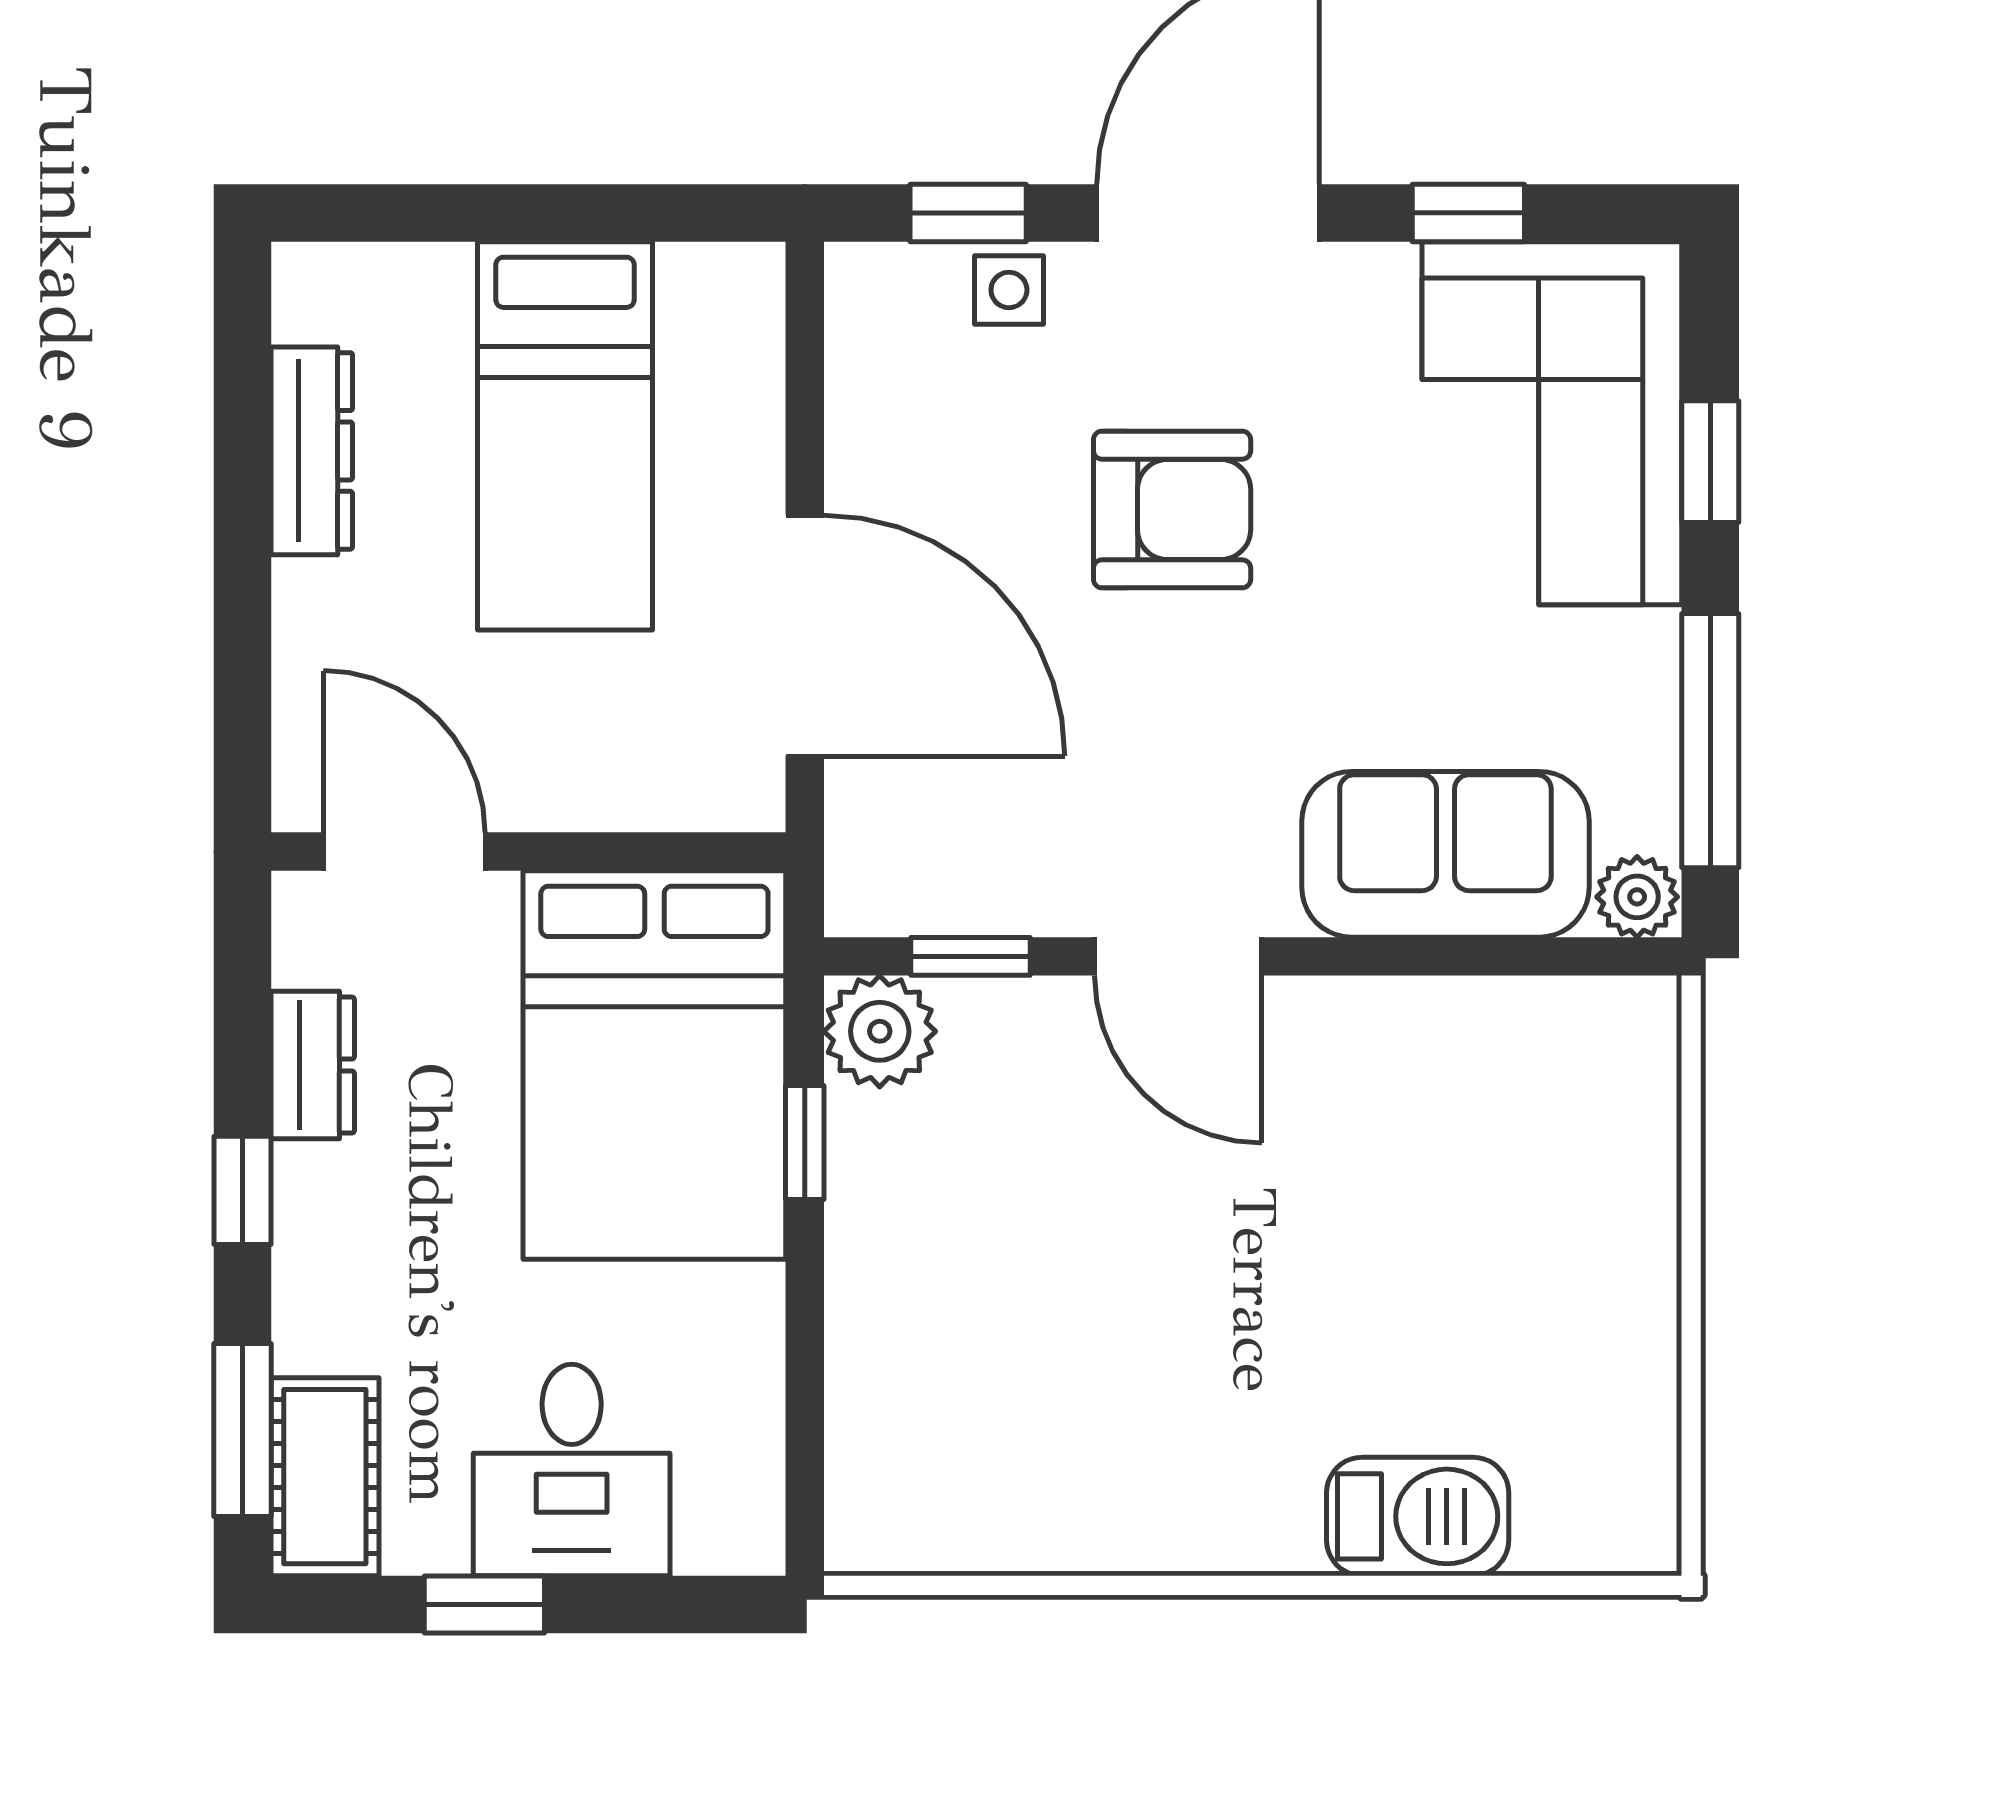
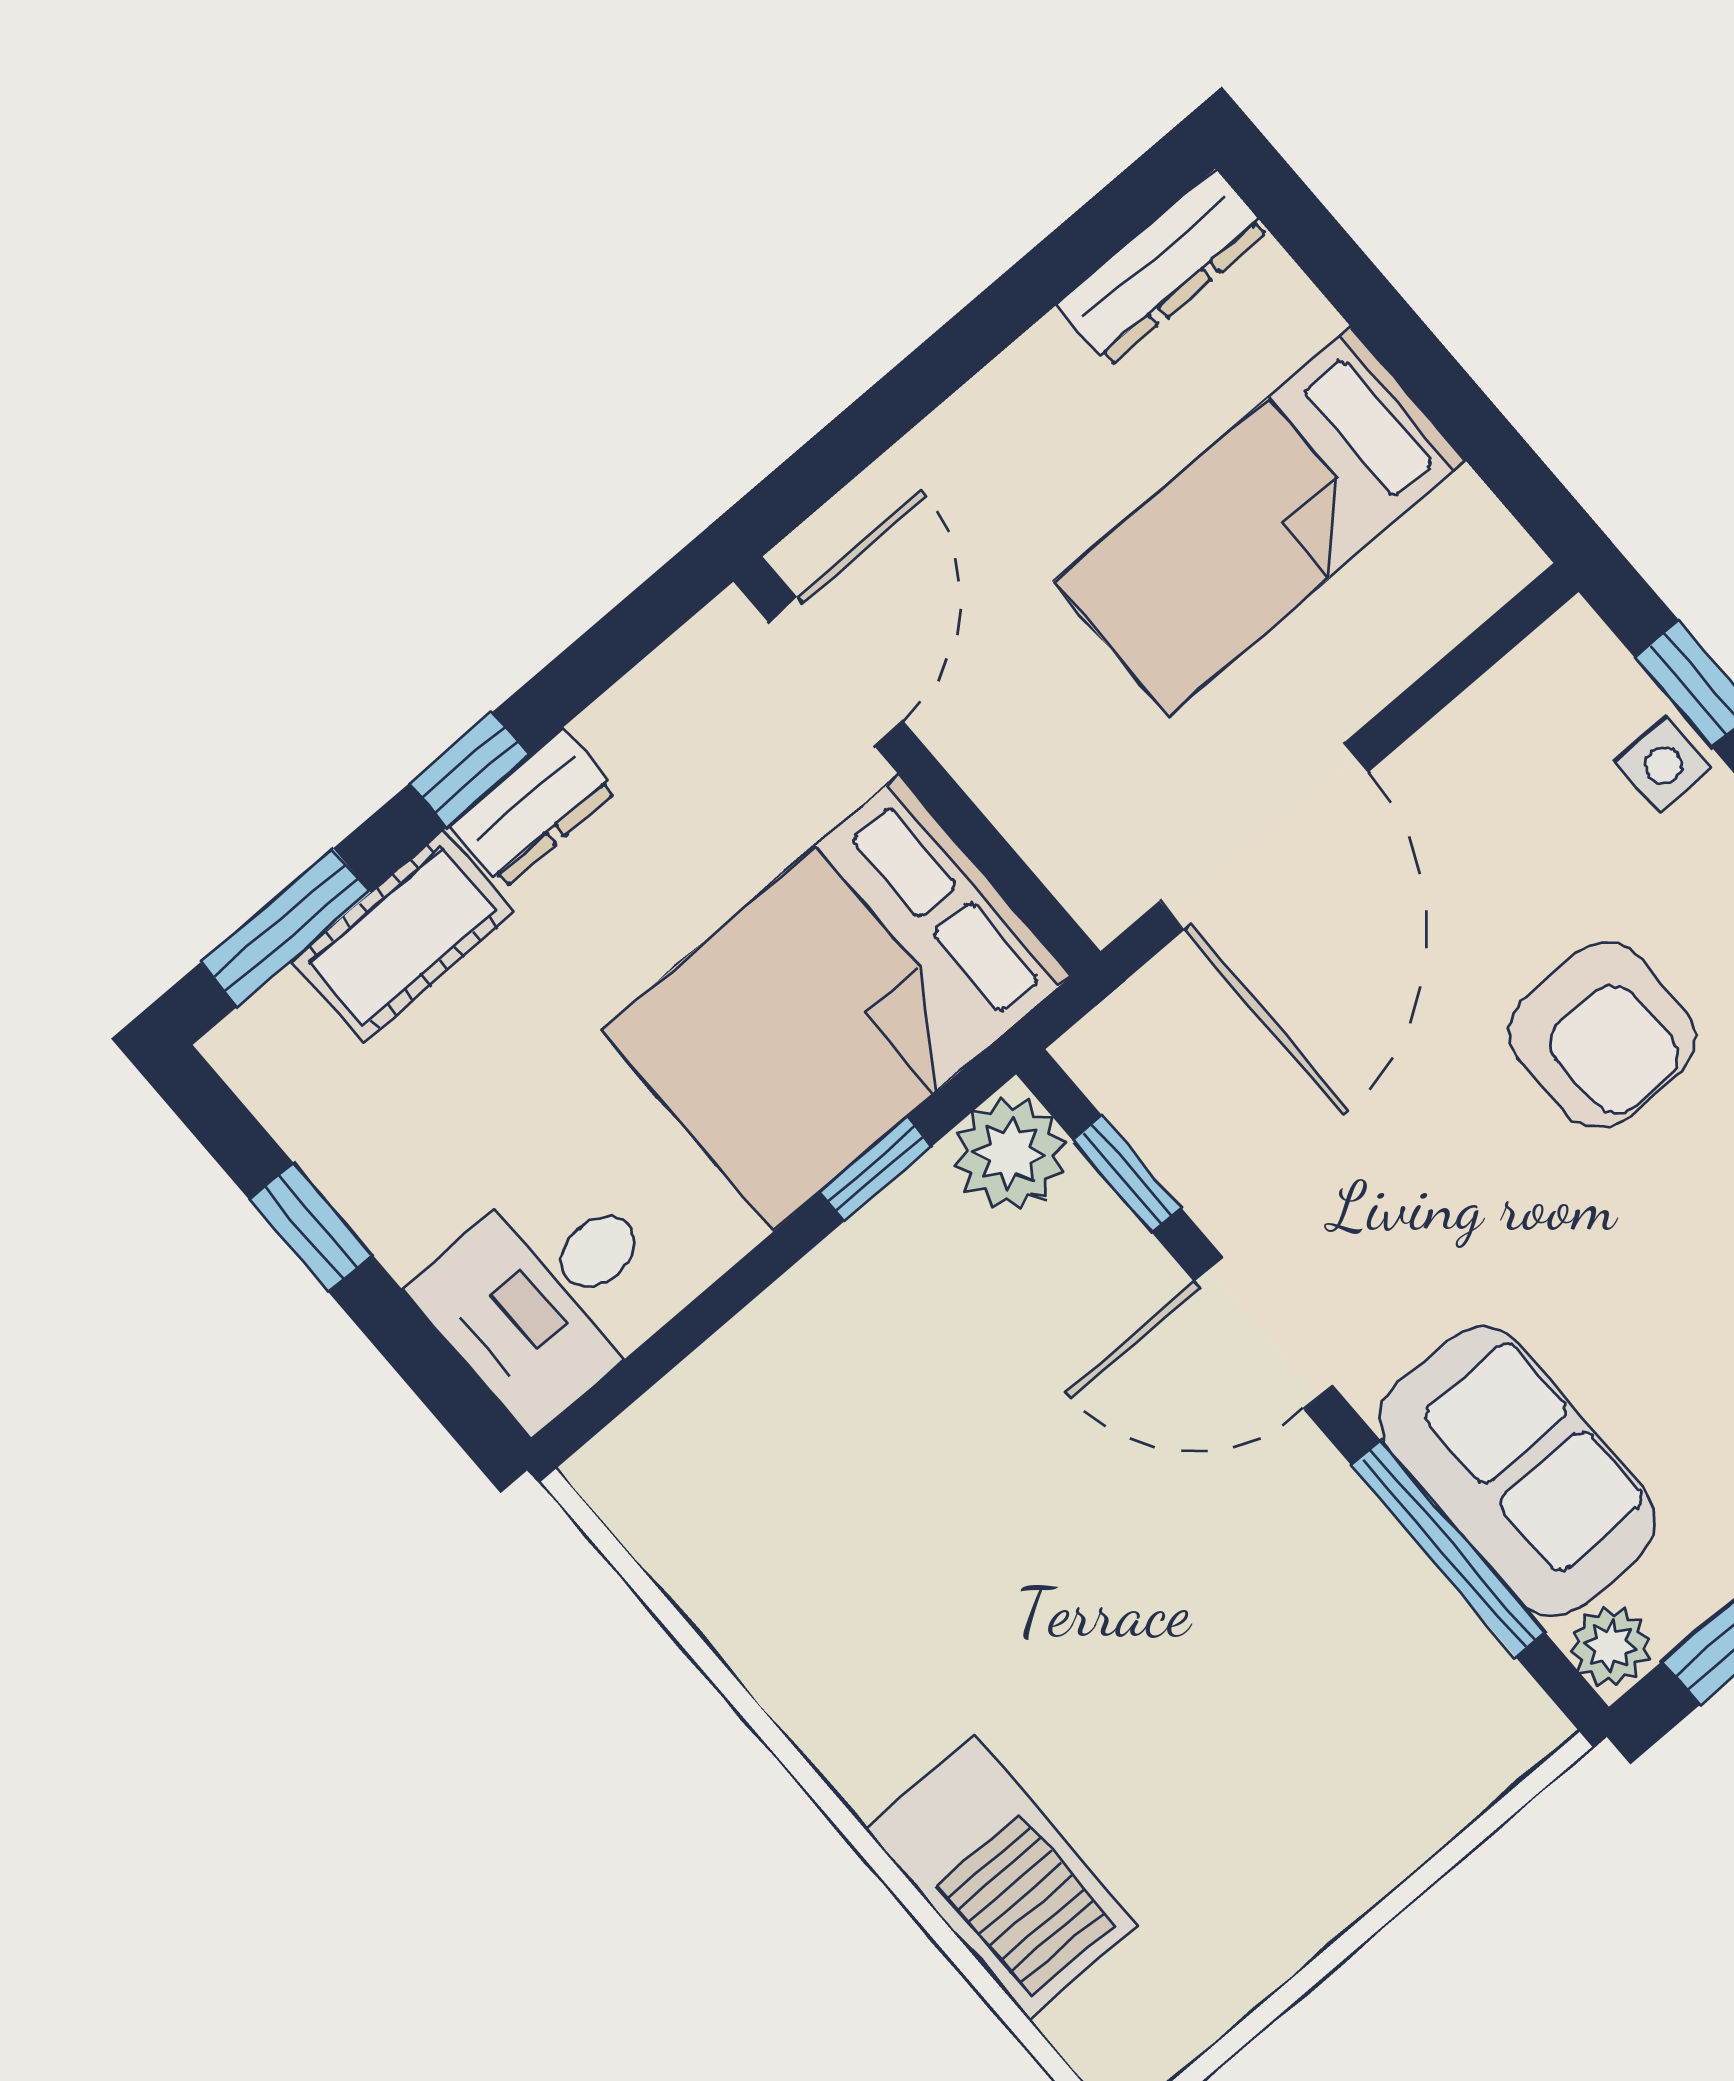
dresser: (312, 451) -> (1162, 268), moved
door: (1178, 956) -> (1264, 1333), hinge flipped
window: (1459, 956) -> (1448, 1549), added
dresser: (313, 1065) -> (533, 808), moved
desk: (572, 1470) -> (547, 1295), moved
cot: (325, 1477) -> (403, 936), moved
barbecue: (1418, 1516) -> (1001, 1877), width x1.37, depth x1.21

